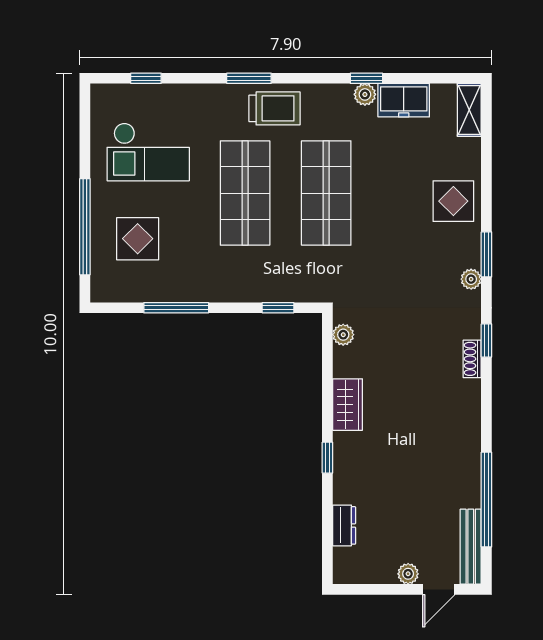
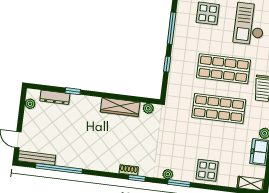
window: (278, 308) -> (167, 64), moved
wardrobe: (348, 405) -> (120, 107), width x1.50
window: (327, 458) -> (73, 91), moved
dresser: (344, 525) -> (55, 97), width x1.44
plant: (408, 574) -> (30, 104), moved

